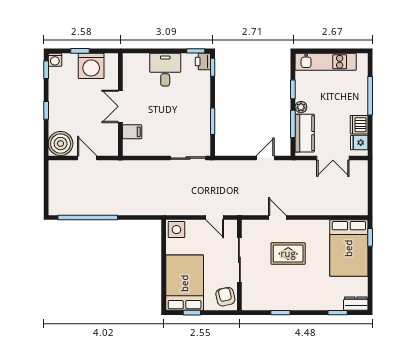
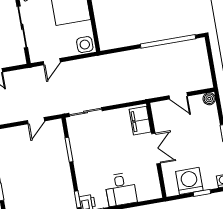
filing cabinet: (132, 132) -> (140, 121), width x2.00
boiler: (61, 144) -> (209, 99), width x0.54, depth x0.54
door: (265, 158) -> (36, 121), moved
door: (215, 217) -> (52, 62), swing flipped

